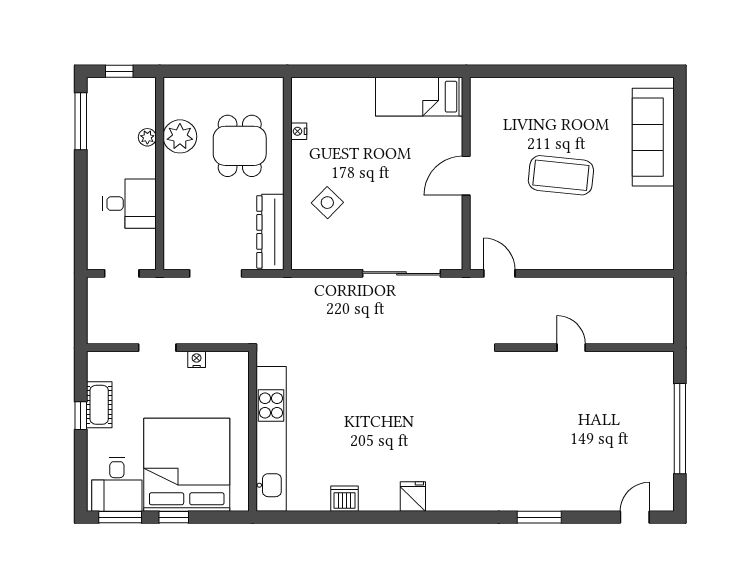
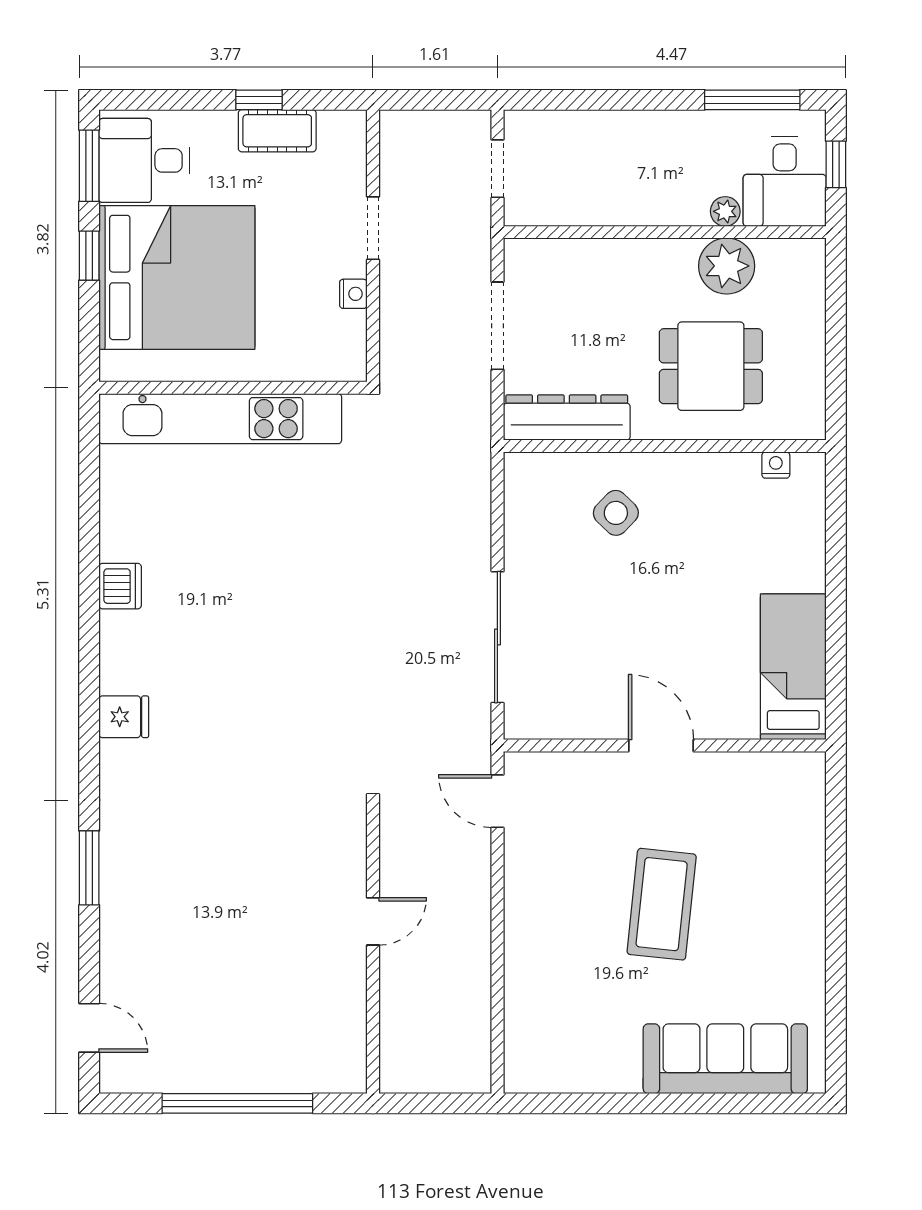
nightstand: (299, 131) -> (776, 465), moved
desk: (129, 204) -> (785, 182), moved
door: (499, 273) -> (497, 801), swing flipped
fridge: (413, 496) -> (124, 717), moved
dishwasher: (344, 499) -> (120, 586), moved

